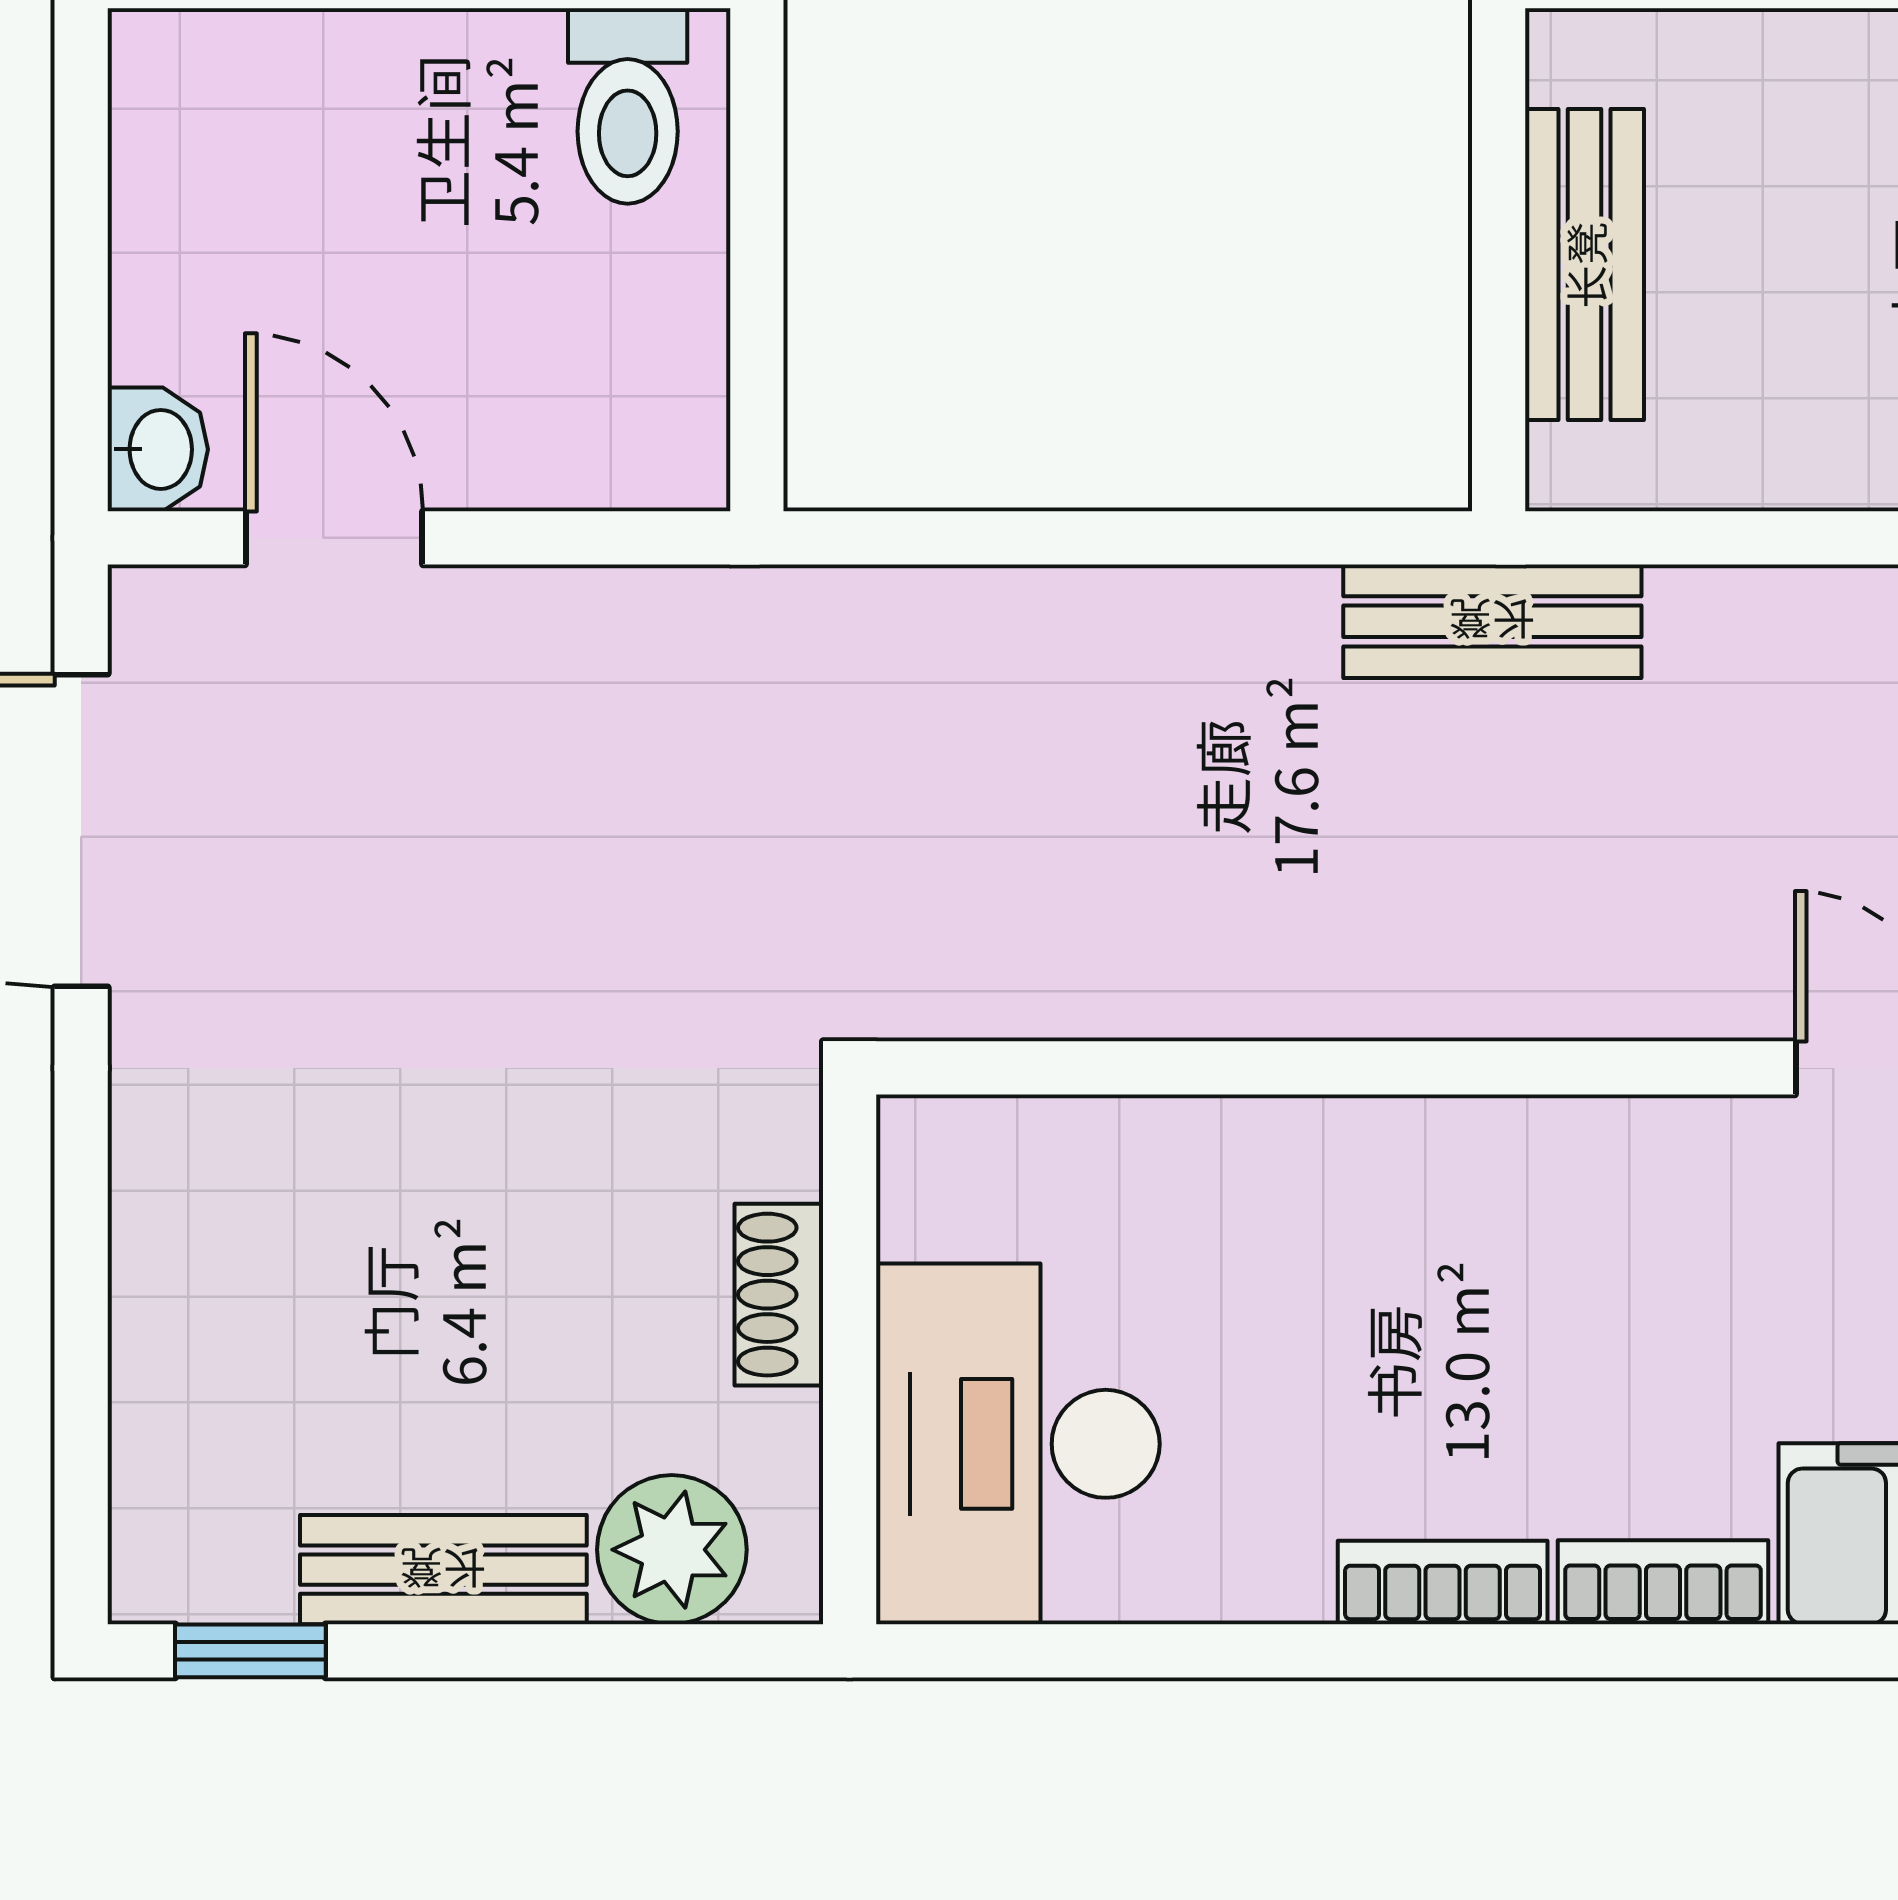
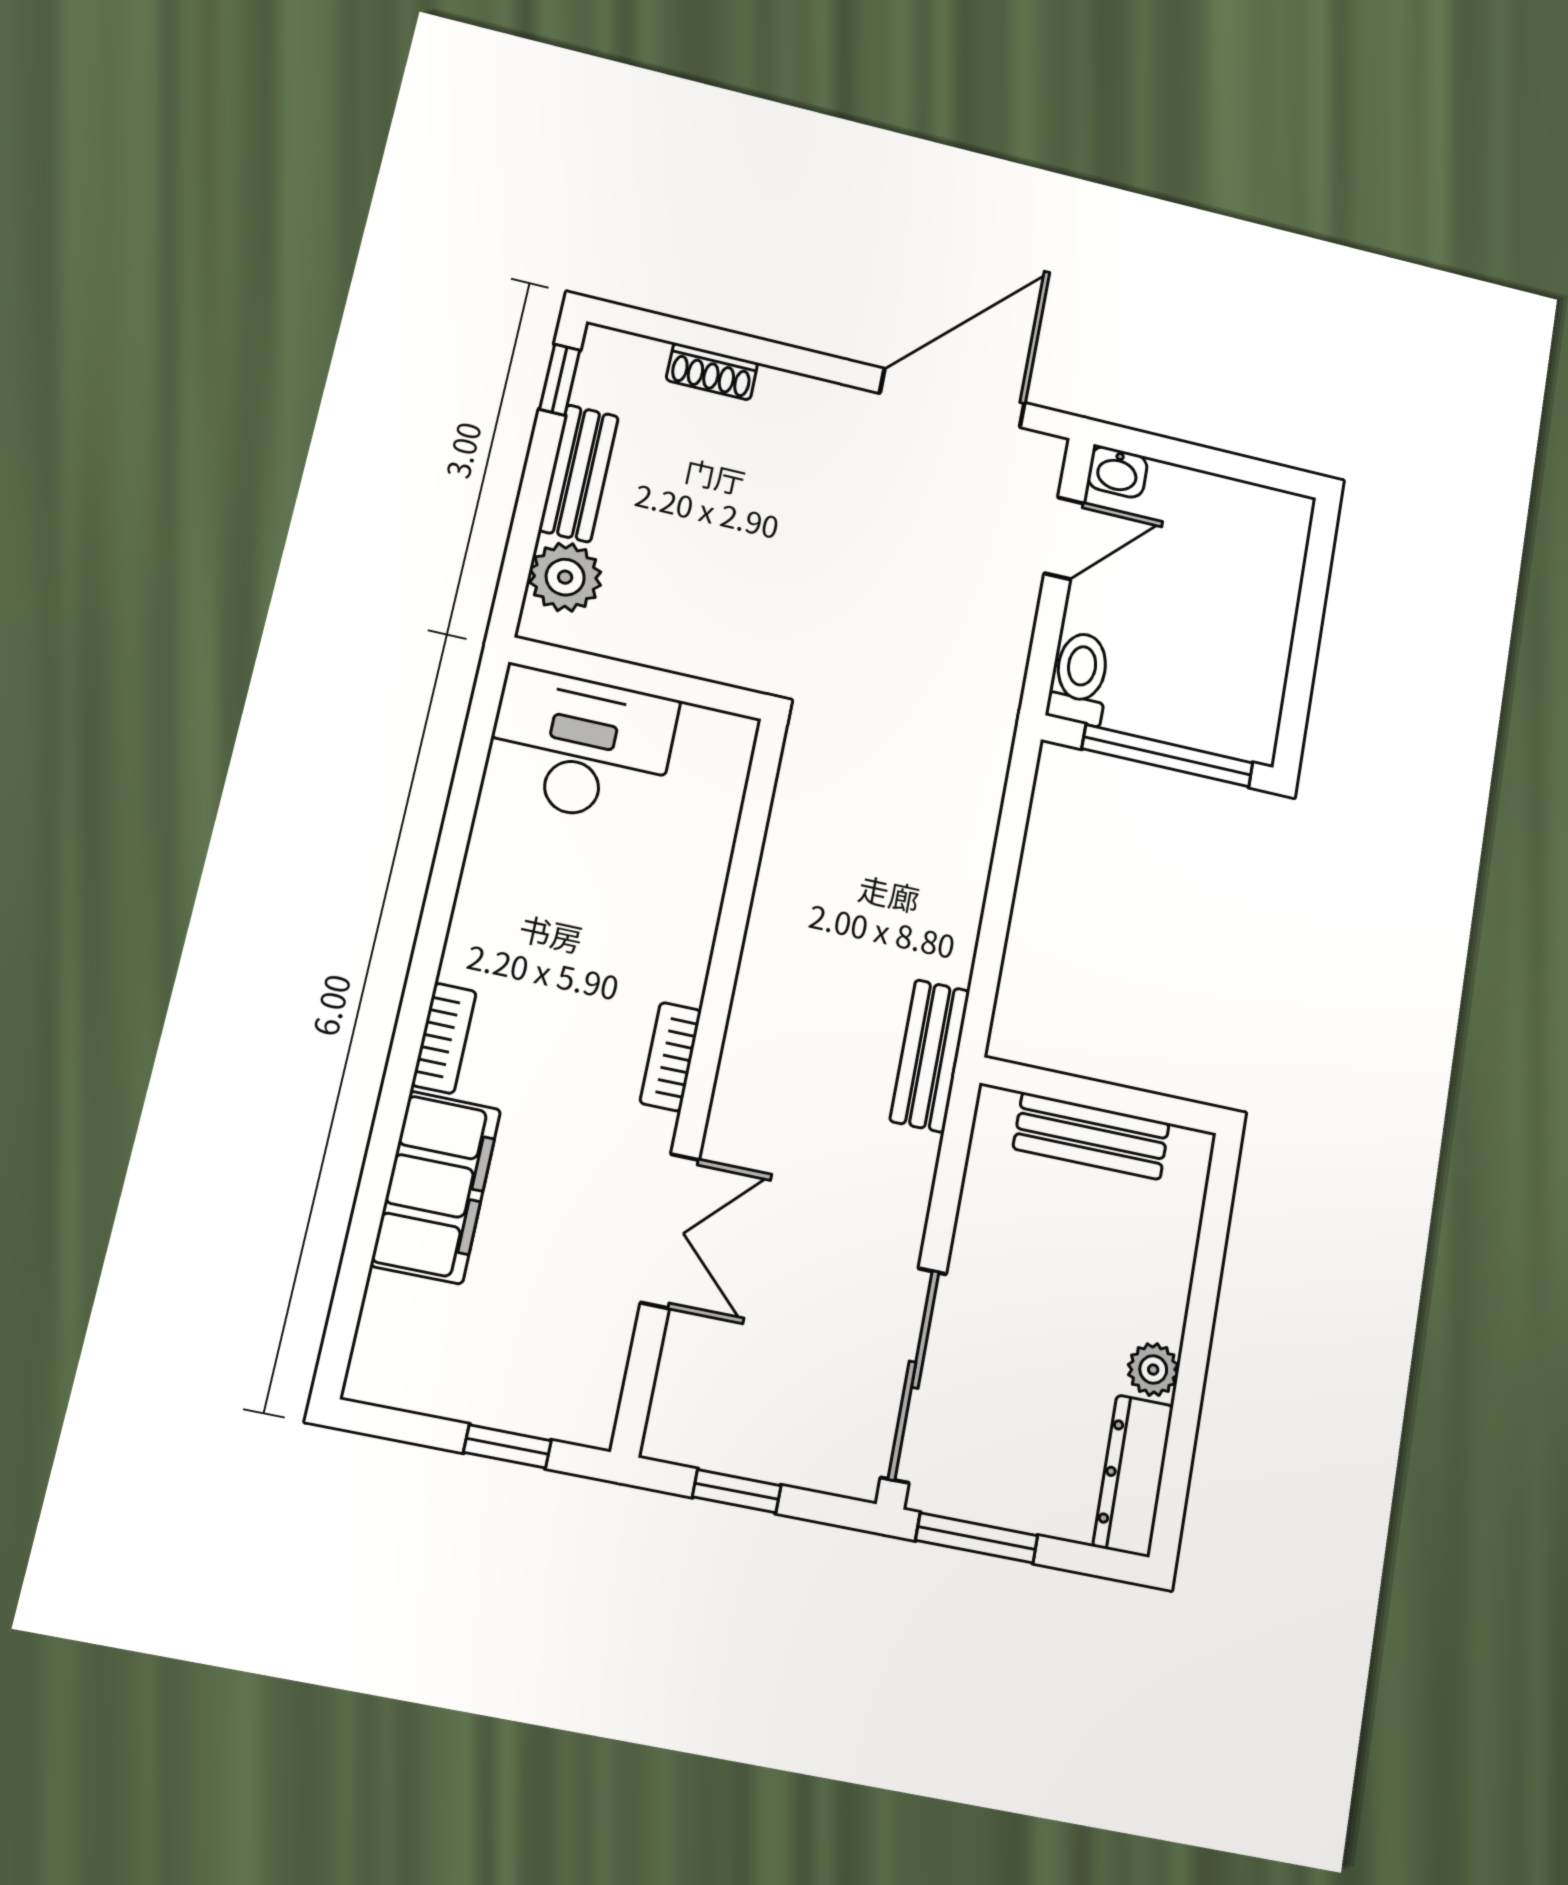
toilet: (628, 106) -> (1080, 678), moved, turned 90
window: (757, 238) -> (1168, 756), added
shoe rack: (779, 1295) -> (712, 371), moved, turned 180
bookcase: (1443, 1582) -> (671, 1057), moved, turned 180

